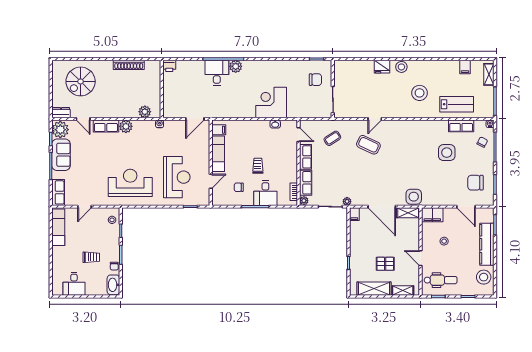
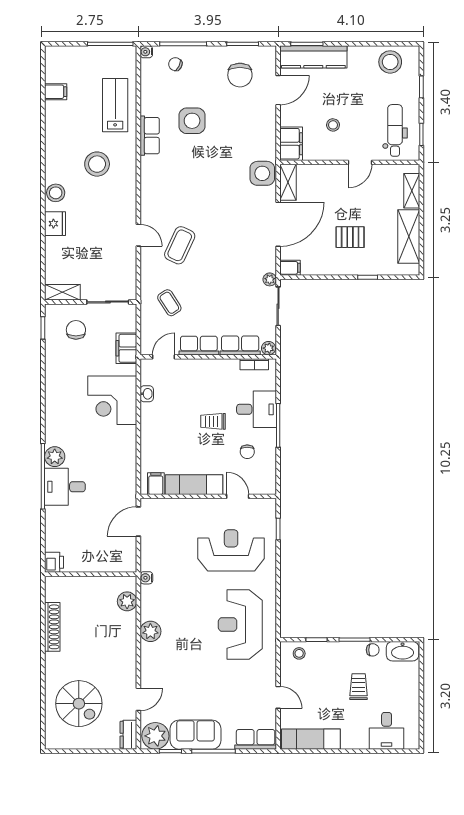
shelving: (489, 74) -> (62, 292), moved
filing cabinet: (304, 111) -> (126, 348), added
door: (195, 119) -> (138, 521), swing flipped
row of seats: (106, 126) -> (150, 663), removed
row of seats: (461, 126) -> (150, 136), moved
kitchen counter: (487, 244) -> (313, 57), moved
pallet: (385, 264) -> (350, 237), moved, turned 90
desk: (74, 284) -> (387, 731), moved, turned 90

